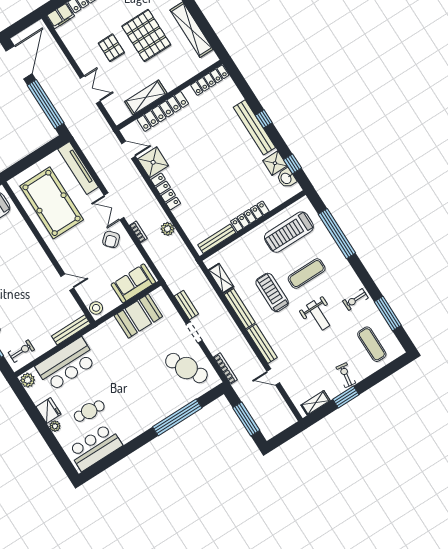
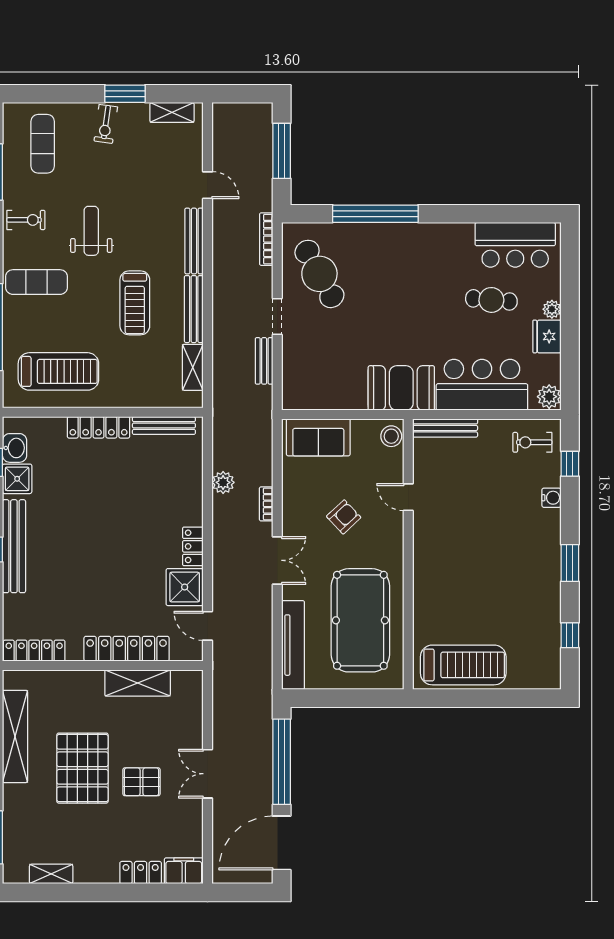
pallet: (111, 48) -> (142, 782), turned 90
double door: (90, 90) -> (208, 774), moved
locker: (166, 192) -> (193, 546), width x0.66
armchair: (111, 239) -> (344, 517), moved
exercise mat: (307, 274) -> (37, 282), moved
booth: (138, 316) -> (401, 388), moved

